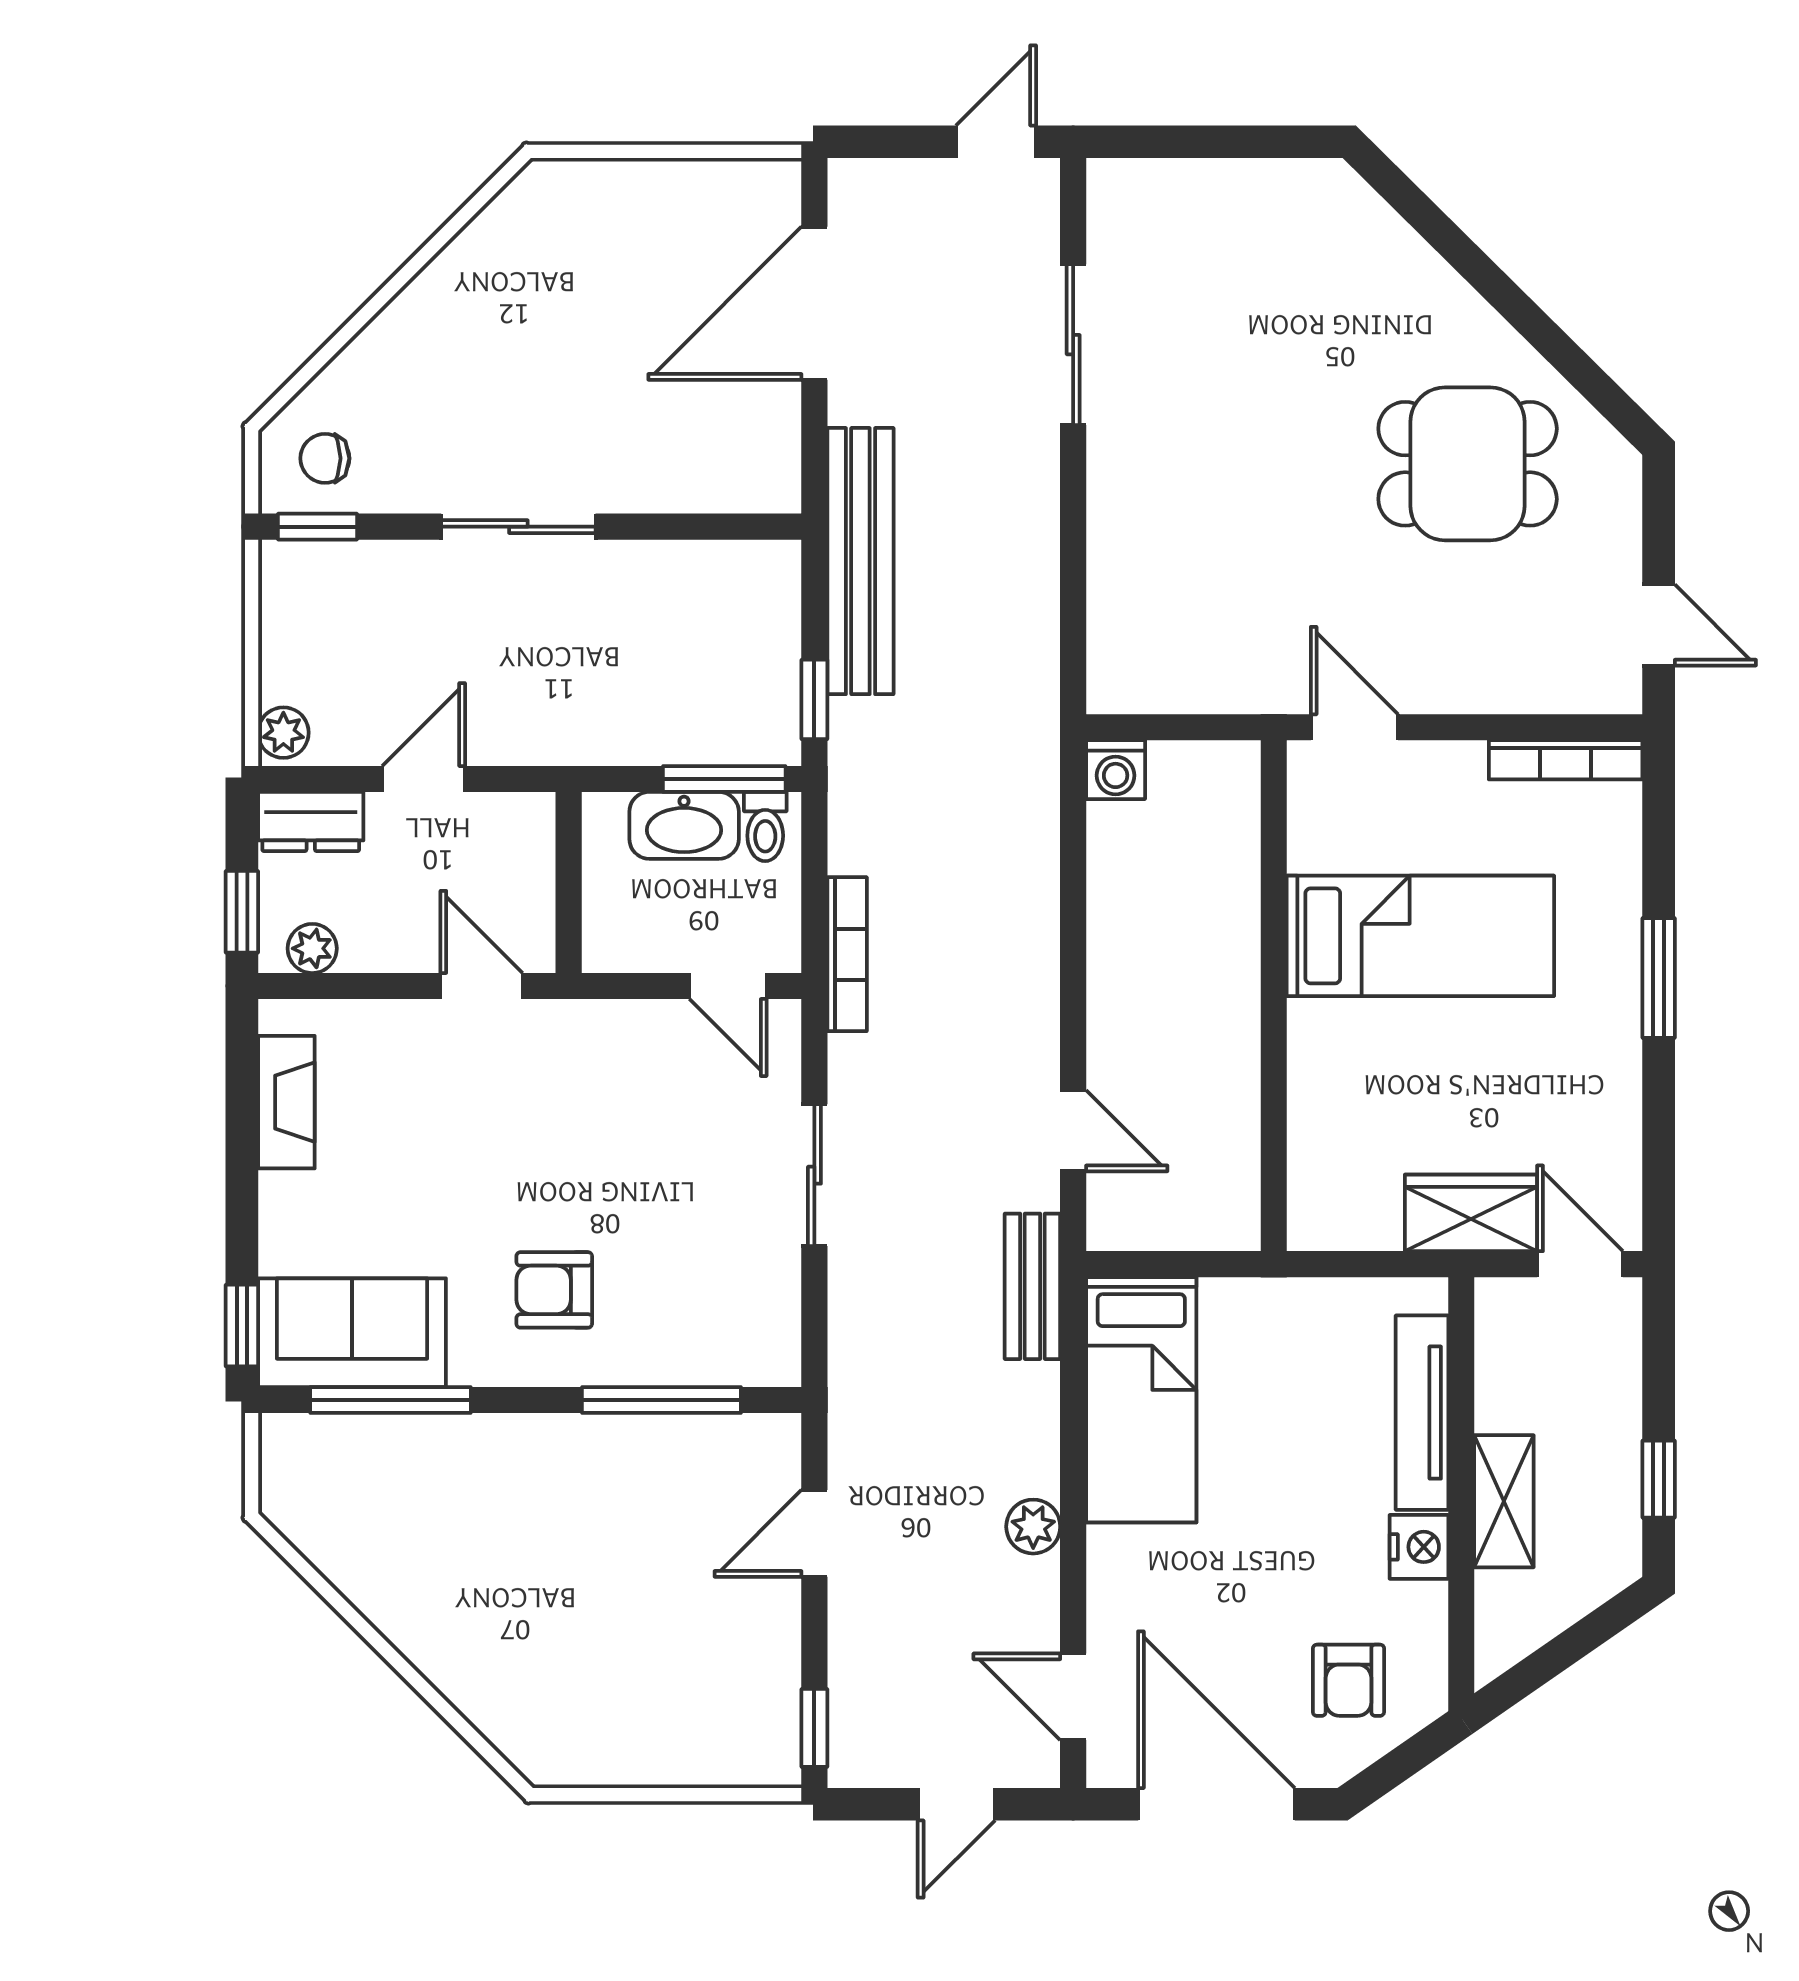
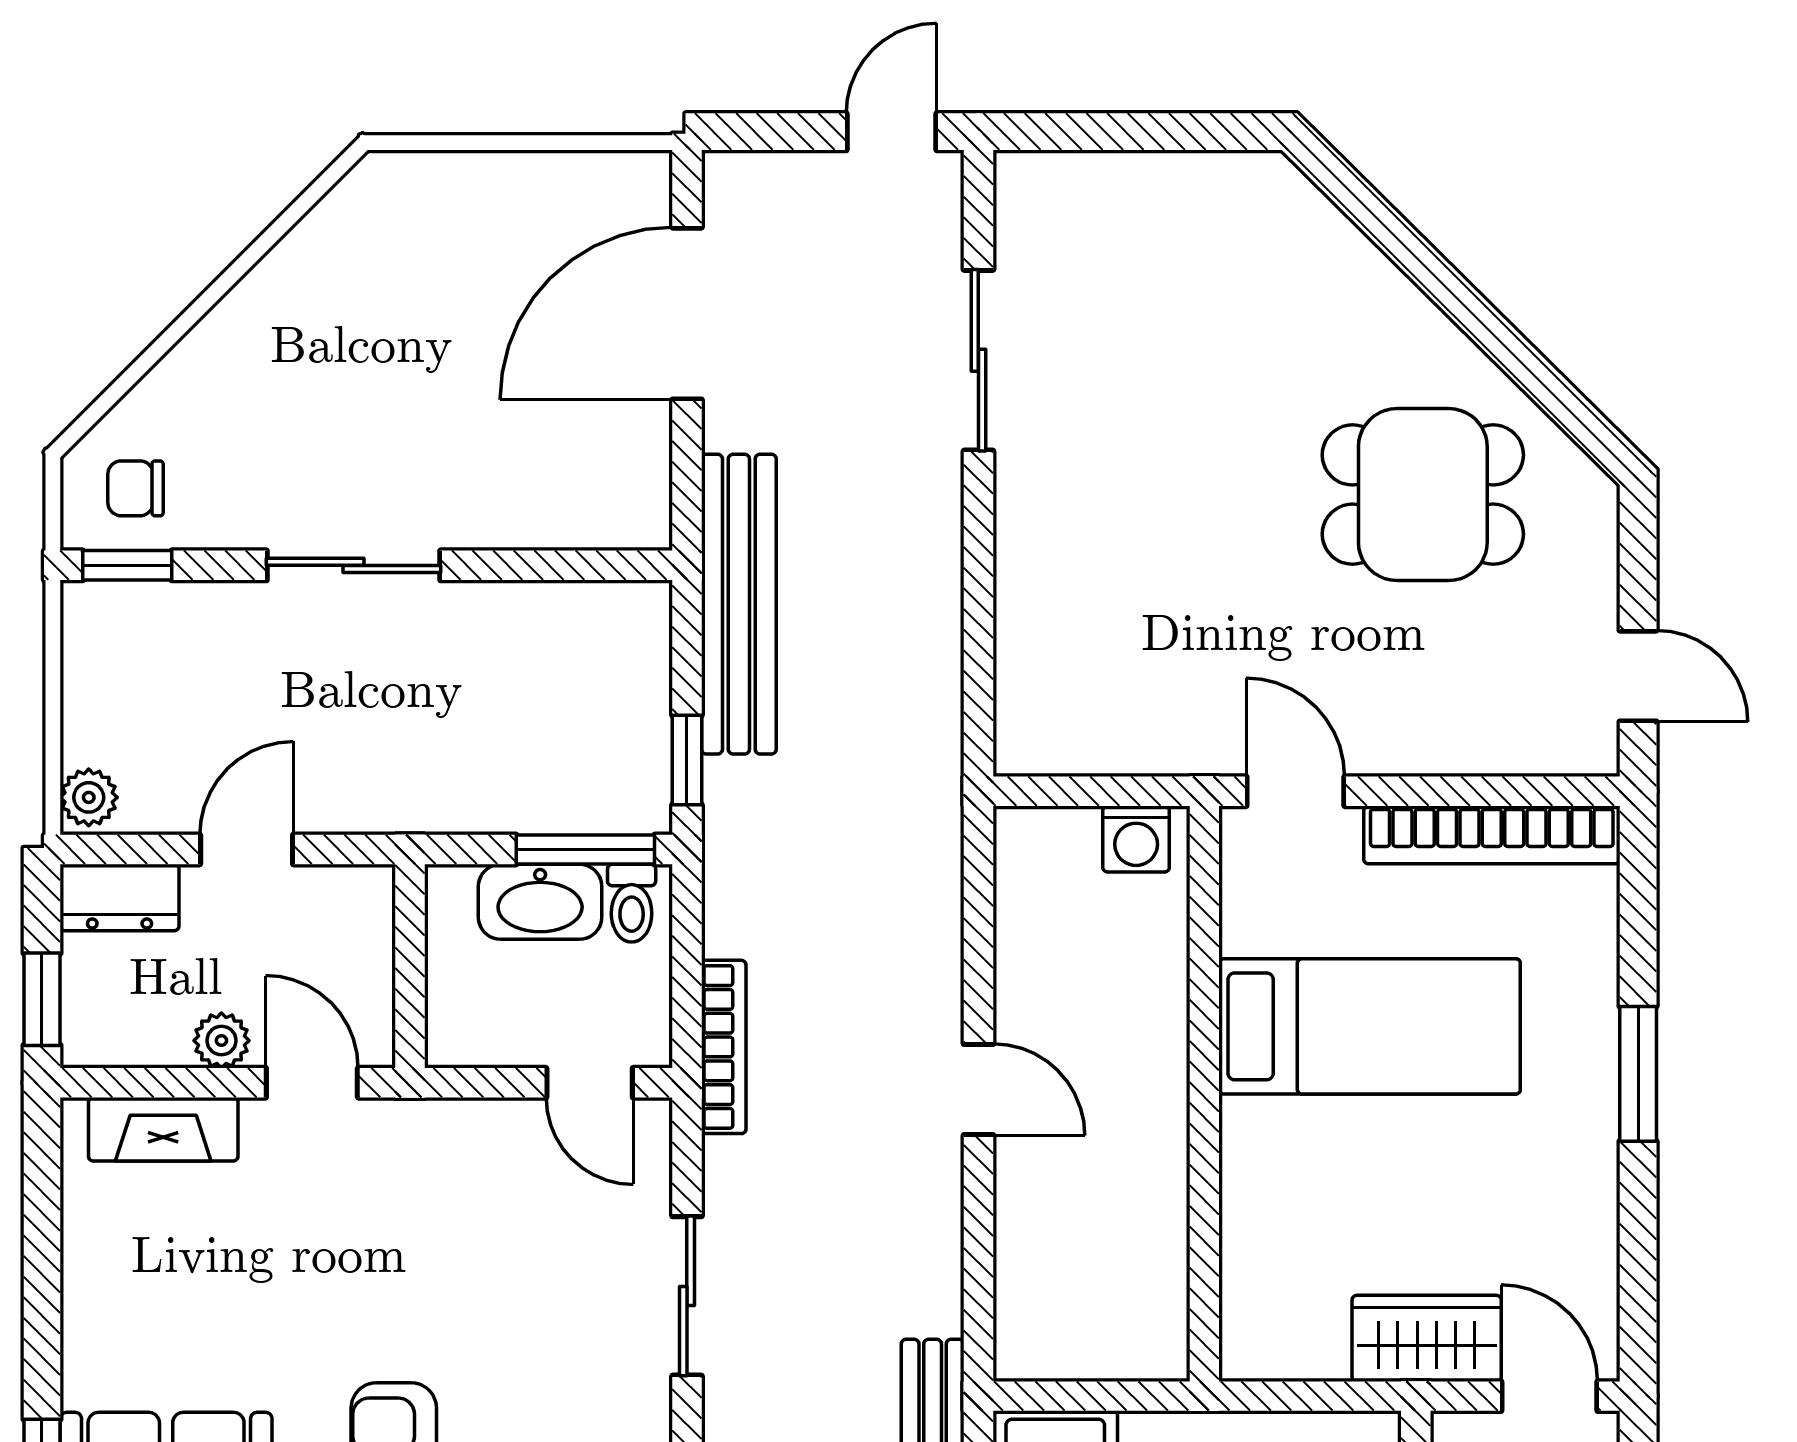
bookcase: (1566, 760) -> (1492, 835), width x1.48, depth x1.31
washing machine: (1116, 770) -> (1136, 839), moved
plant: (312, 948) -> (221, 1041), moved
fireplace: (286, 1102) -> (163, 1129), moved, turned 90
door: (1073, 1131) -> (978, 1090), moved

